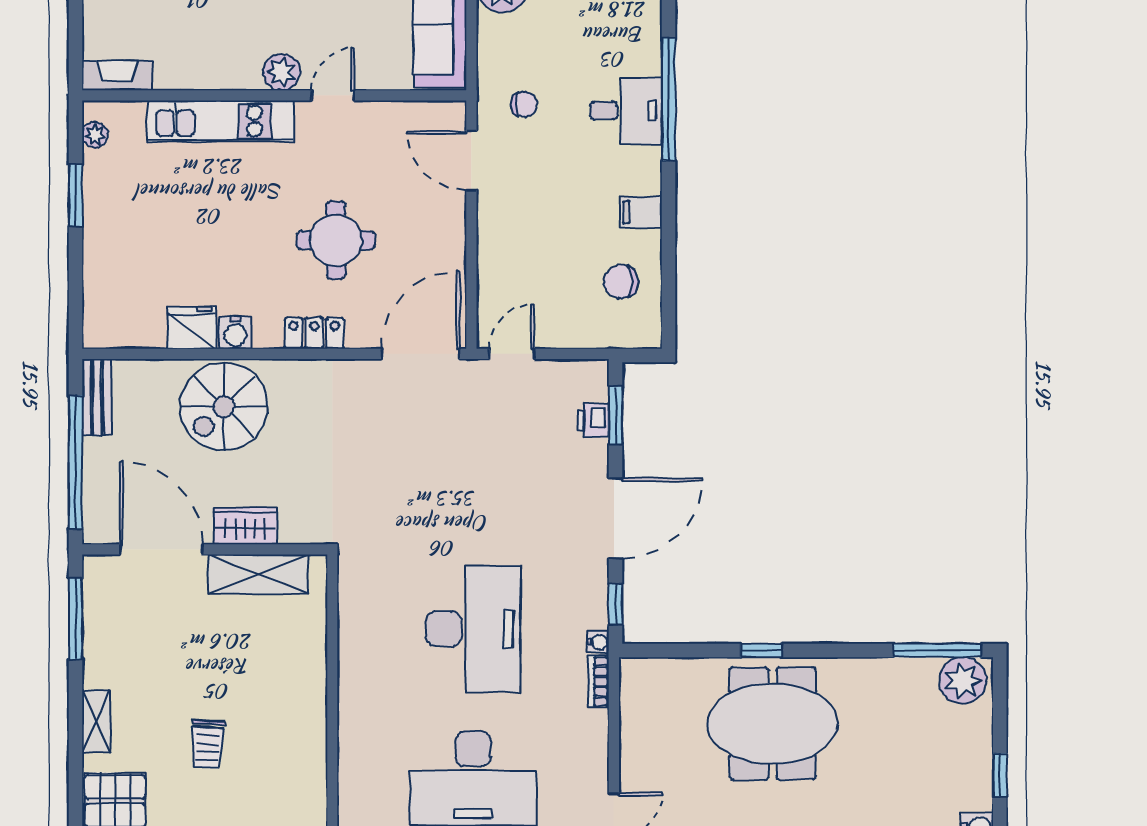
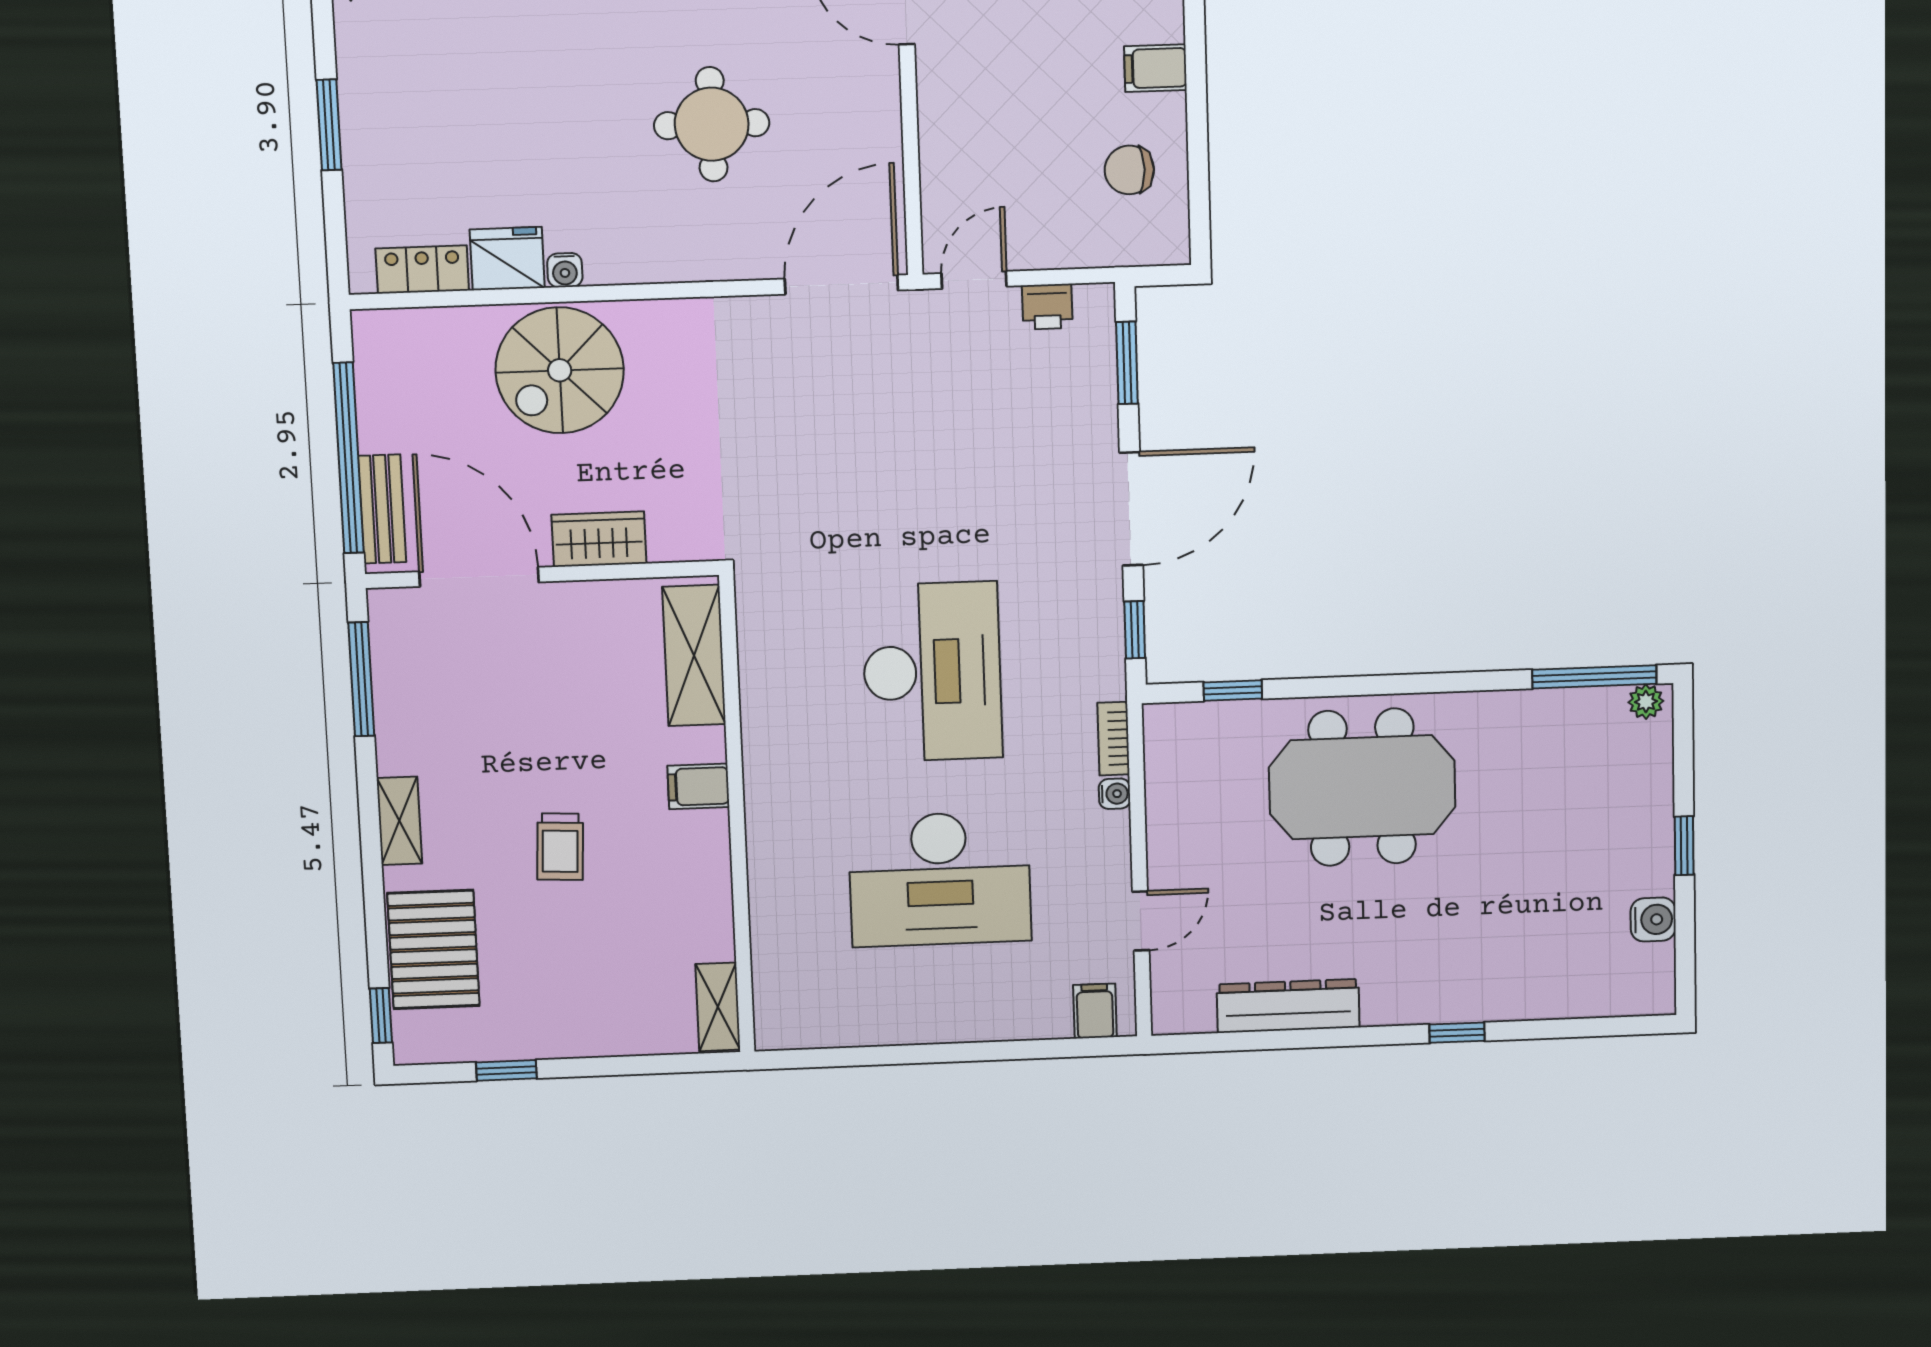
window: (76, 195) -> (329, 125), moved
water cooler: (235, 333) -> (565, 270), width x0.72, depth x0.72
locker: (314, 333) -> (422, 270), moved
bench: (97, 397) -> (382, 509), moved
printer: (593, 420) -> (1047, 307), moved, turned -90
shelving: (258, 574) -> (694, 655), moved, turned 90
water cooler: (598, 642) -> (1115, 794), moved
window: (761, 650) -> (1233, 691), moved
plant: (963, 681) -> (1646, 702), width x0.53, depth x0.53
filing cabinet: (306, 705) -> (698, 786), added

